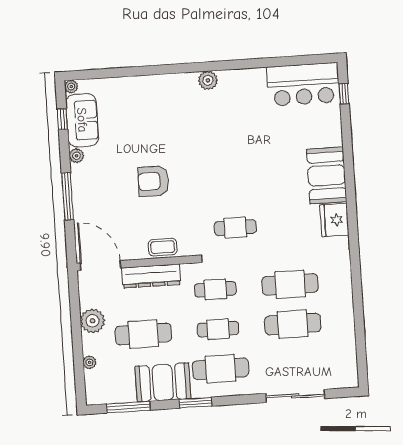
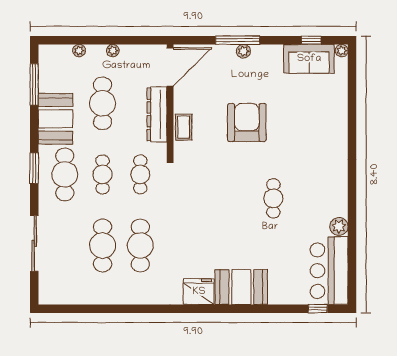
plant: (208, 80) -> (339, 226), moved
plant: (76, 156) -> (243, 51), moved
armchair: (153, 181) -> (247, 122), width x1.36, depth x1.36
cafe table: (235, 228) -> (273, 198), moved
plant: (92, 321) -> (113, 51), width x0.53, depth x0.53
window: (195, 403) -> (34, 168), moved

